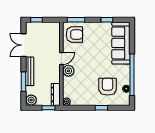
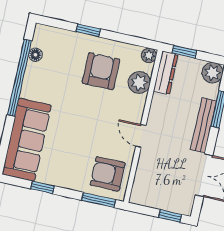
door: (61, 58) -> (141, 136), hinge flipped
plant: (68, 71) -> (139, 82), moved
armchair: (108, 87) -> (101, 71), moved, turned 180

